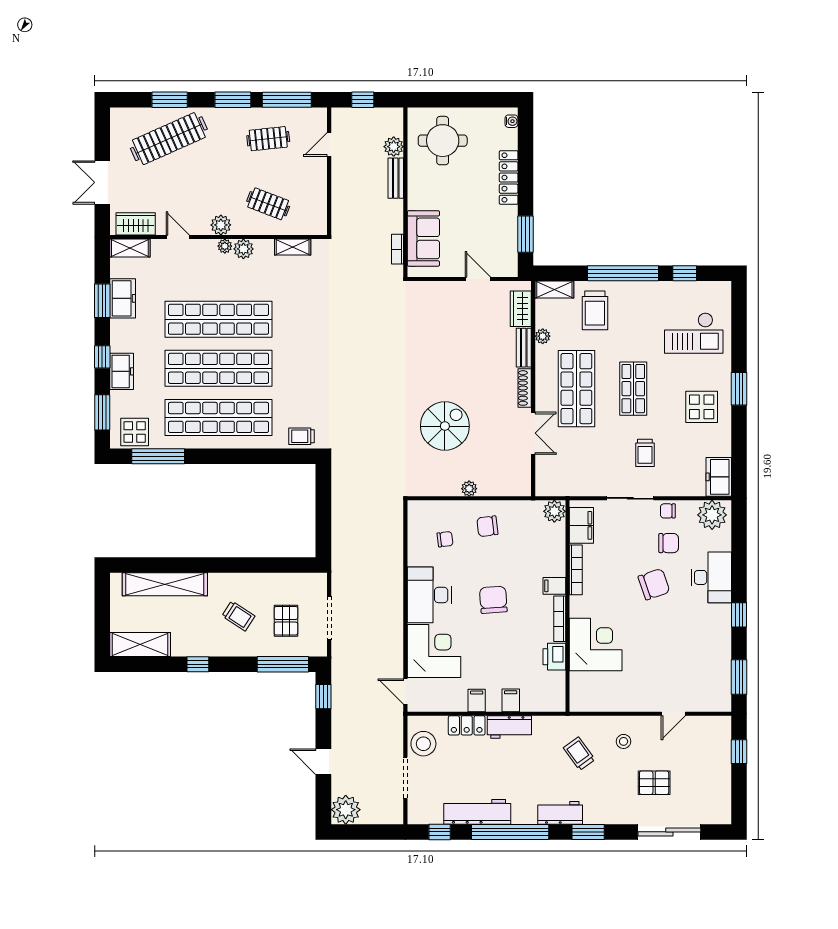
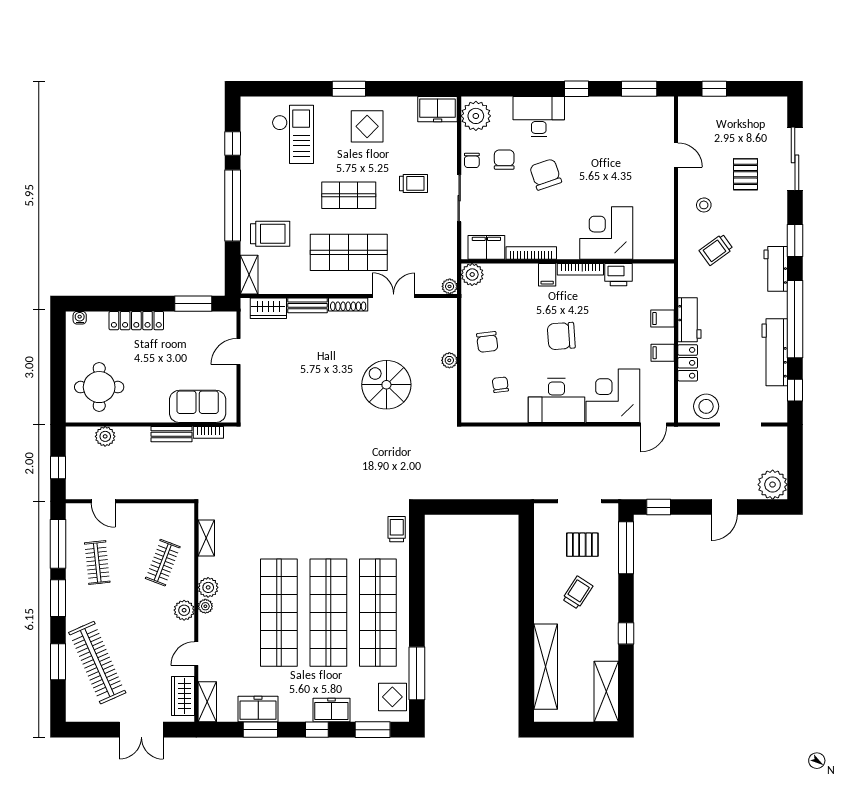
bench: (396, 178) -> (172, 434), moved
plant: (543, 336) -> (450, 286), moved
trolley: (301, 436) -> (397, 529), turned 180

